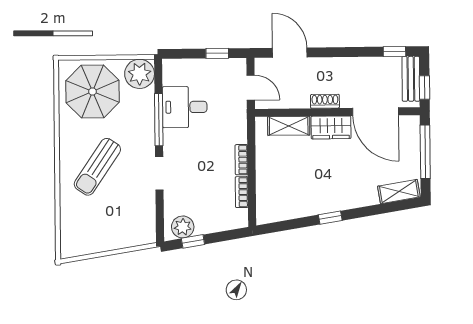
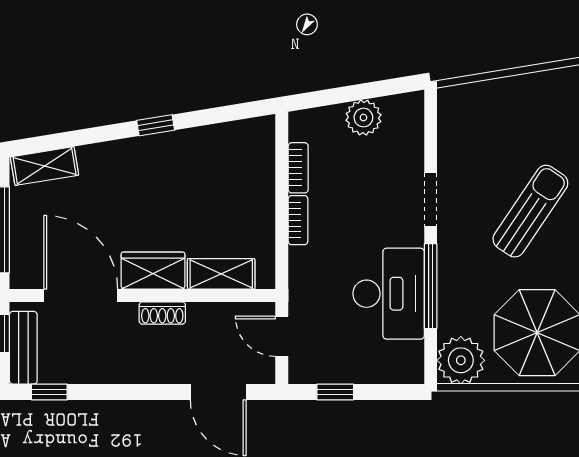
desk: (185, 107) -> (389, 294), width x1.37
plant: (183, 227) -> (363, 118), moved
window: (193, 241) -> (378, 89), removed

